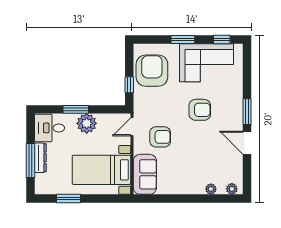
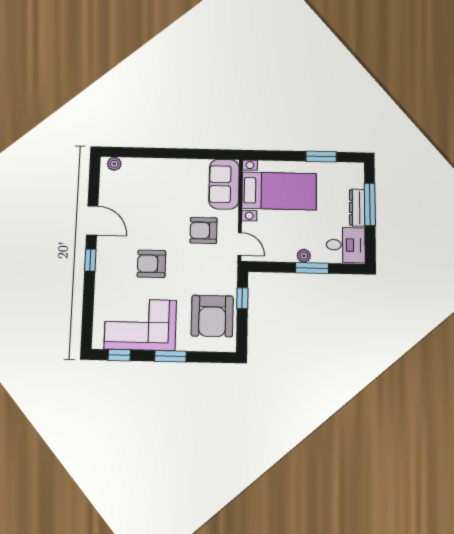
window: (247, 112) -> (90, 260), width x0.67
plant: (87, 123) -> (304, 256), width x0.53, depth x0.53
door: (132, 127) -> (240, 244), hinge flipped
plant: (211, 189) -> (141, 164), removed

